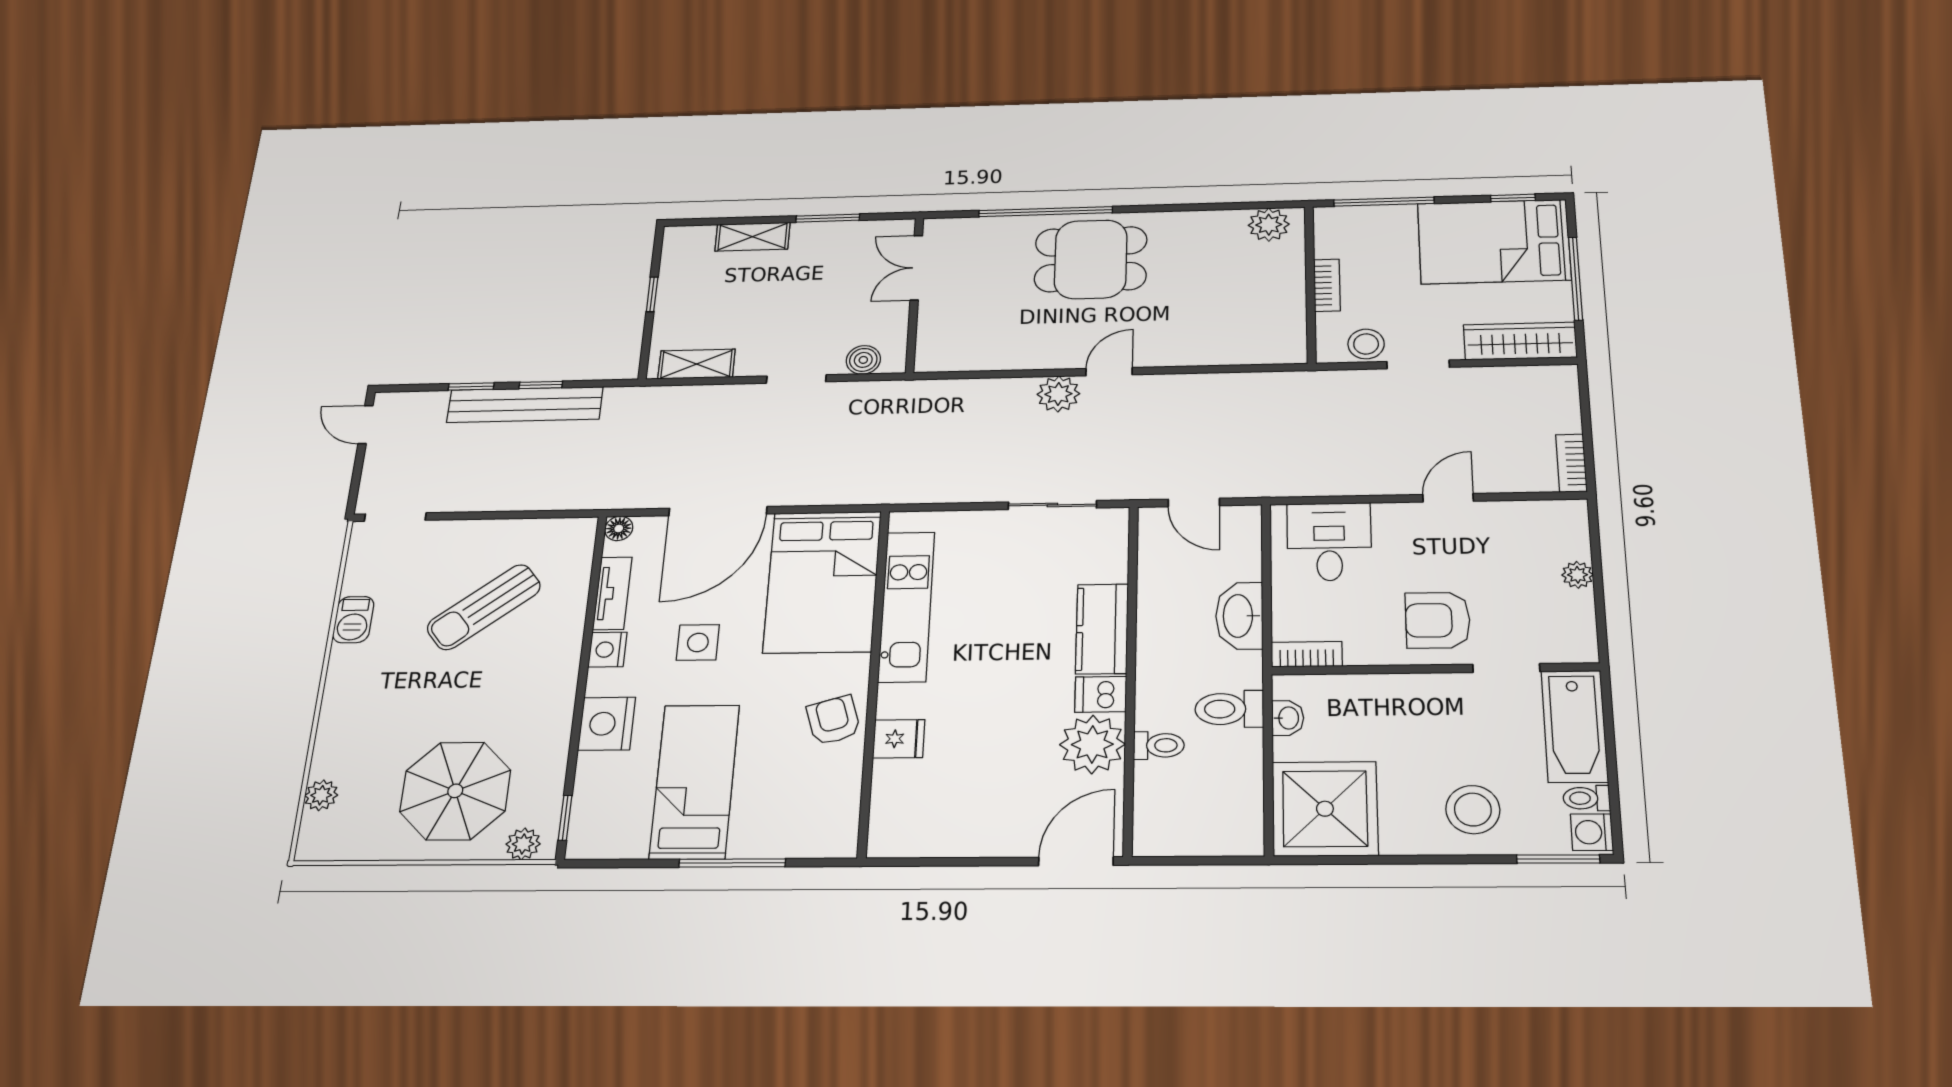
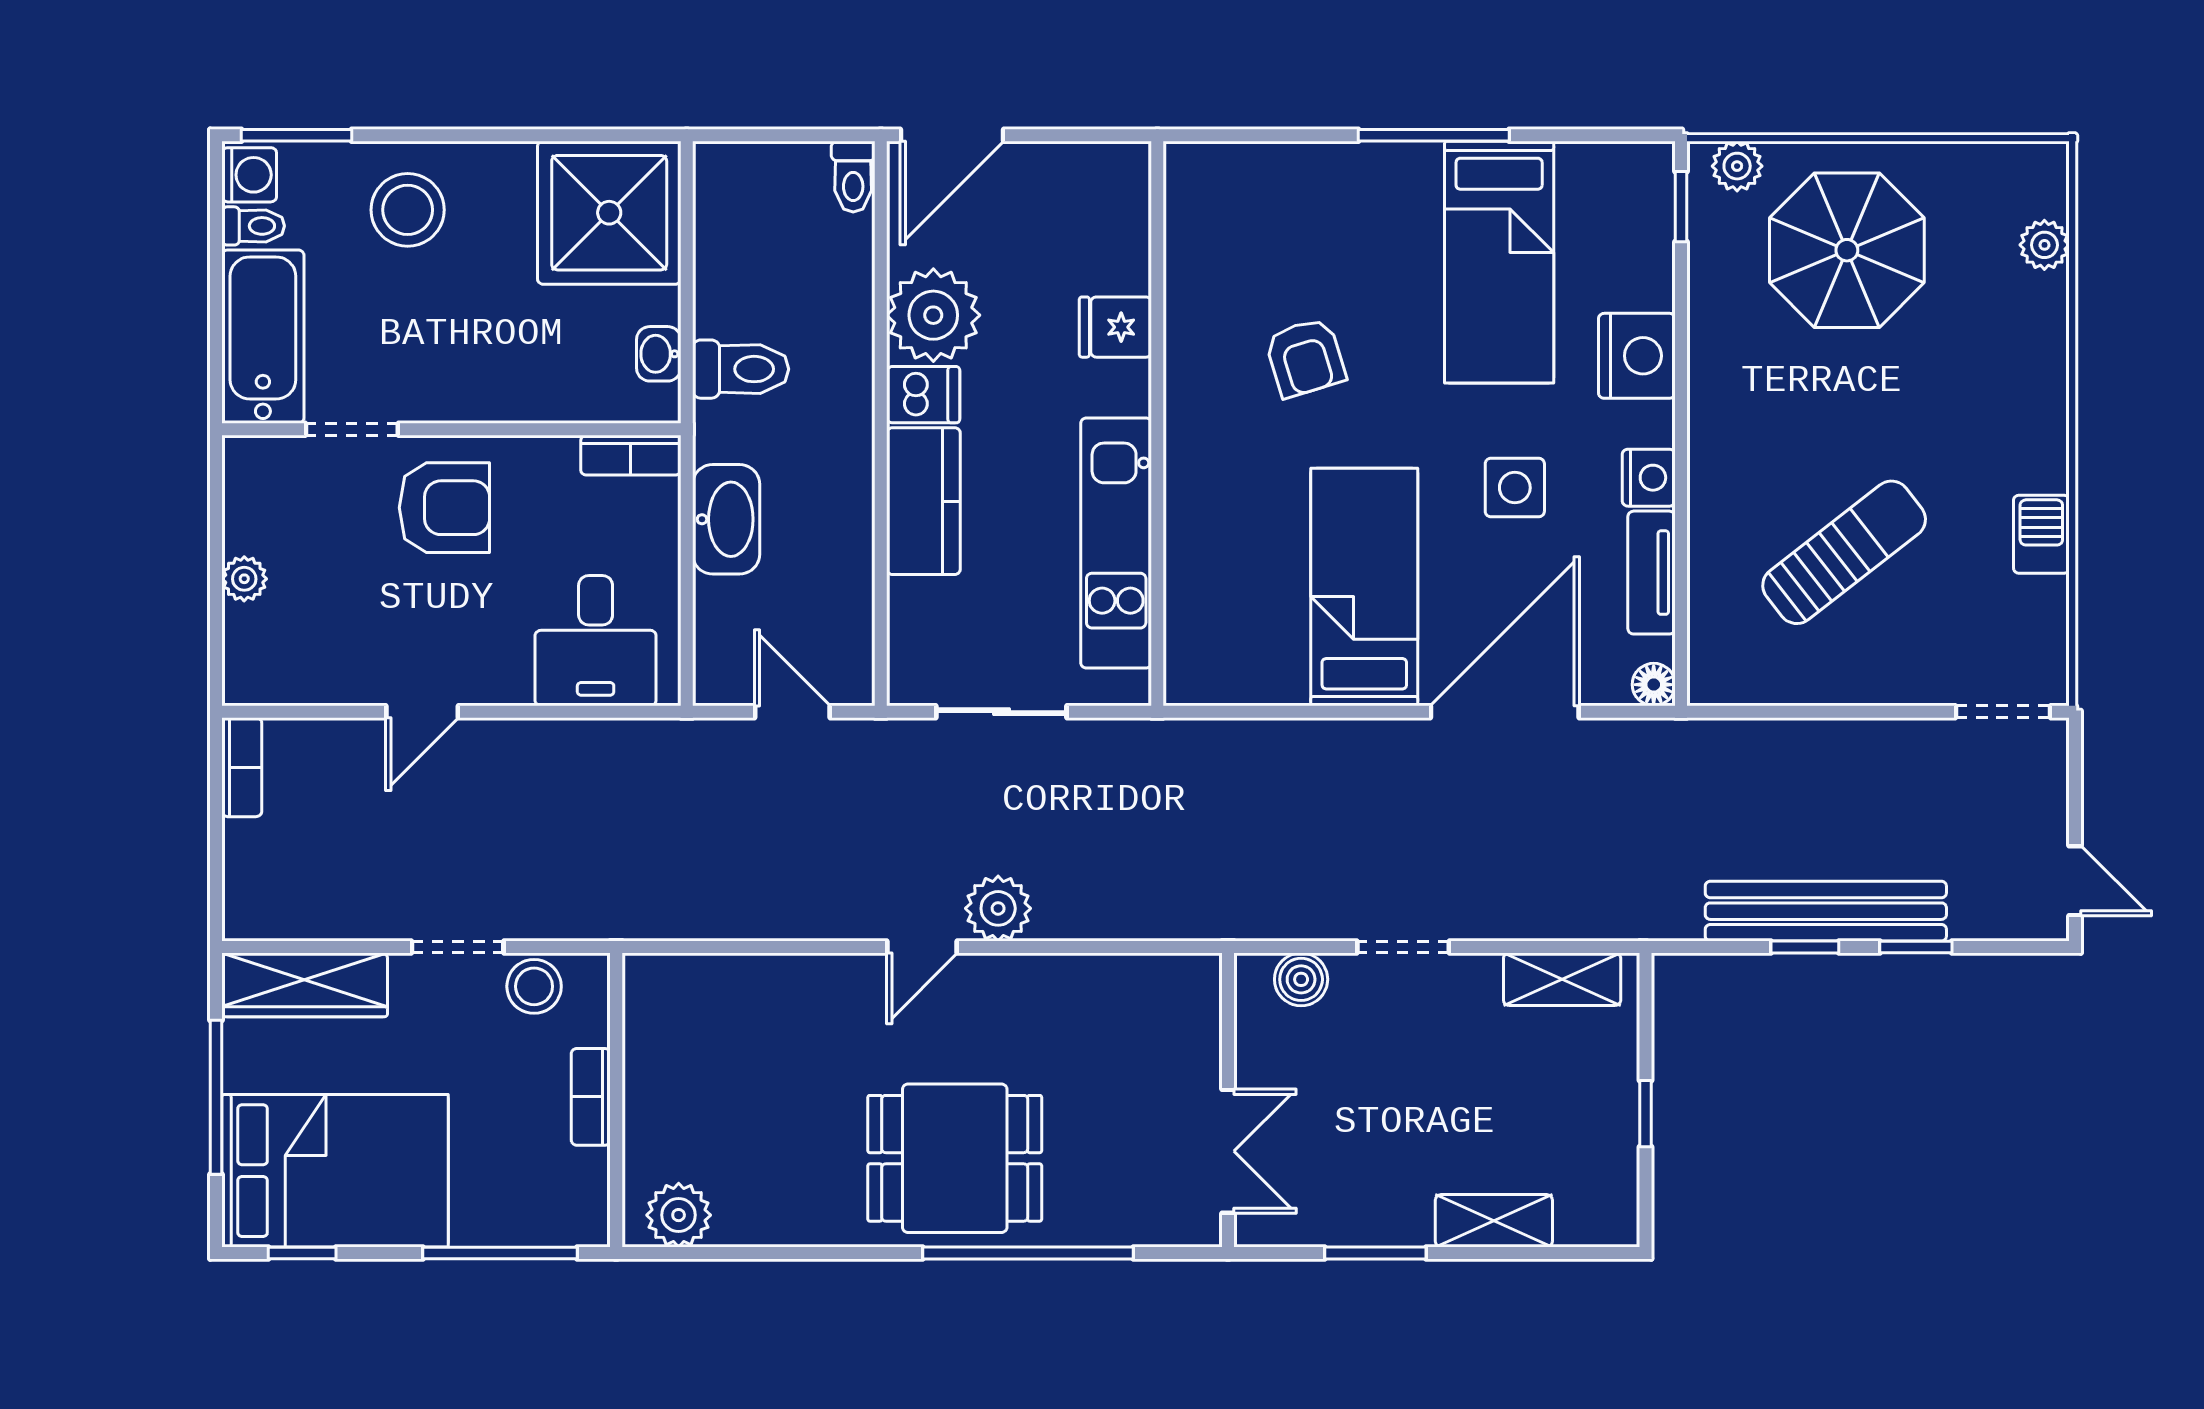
bed: (822, 582) -> (1364, 587), width x0.67
kitchen unit: (906, 606) -> (1116, 543), moved
wall: (874, 679) -> (1157, 423), moved
fridge: (899, 739) -> (1115, 327), moved
toilet: (1159, 745) -> (853, 177), moved, turned -90

